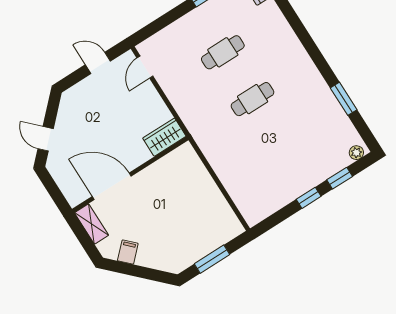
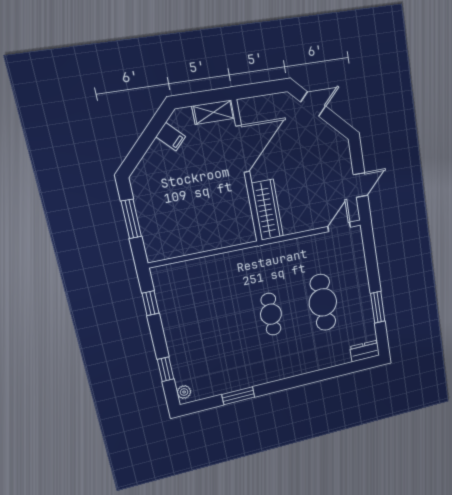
cafe table: (223, 52) -> (323, 302), width x1.37, depth x1.35
door: (145, 67) -> (339, 227), hinge flipped
wardrobe: (164, 137) -> (267, 210), width x1.50
window: (309, 198) -> (150, 303), moved

